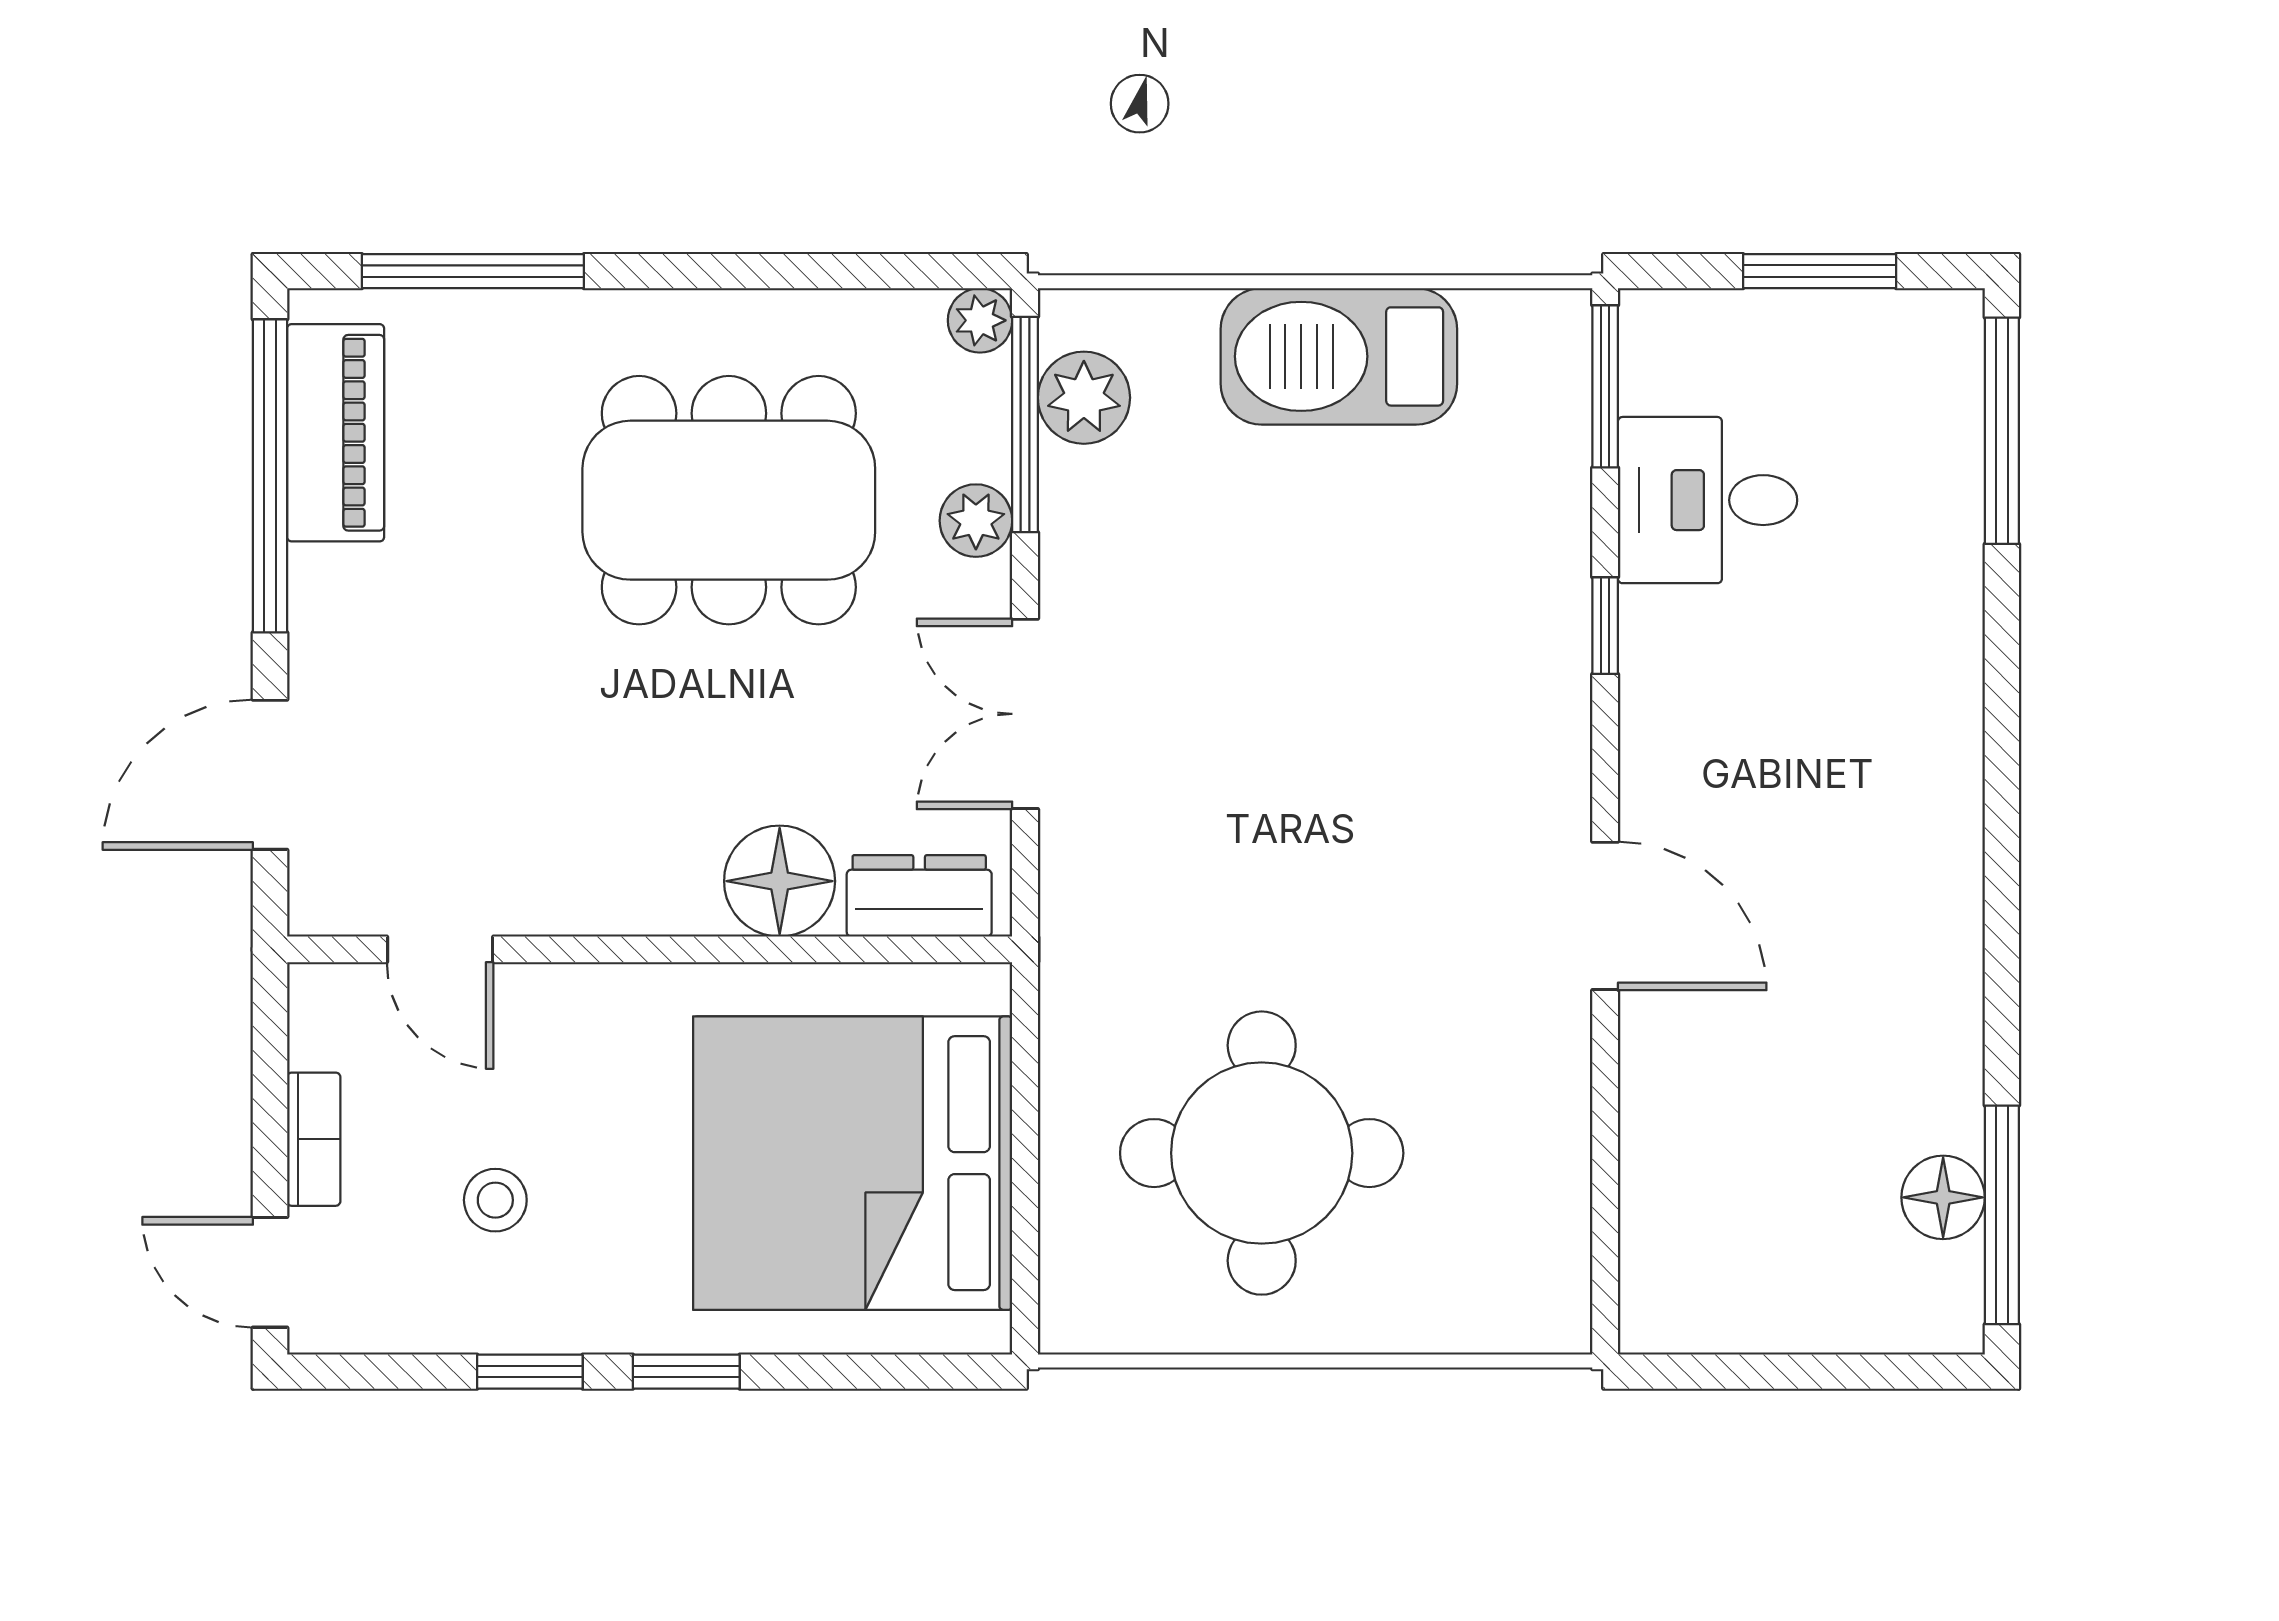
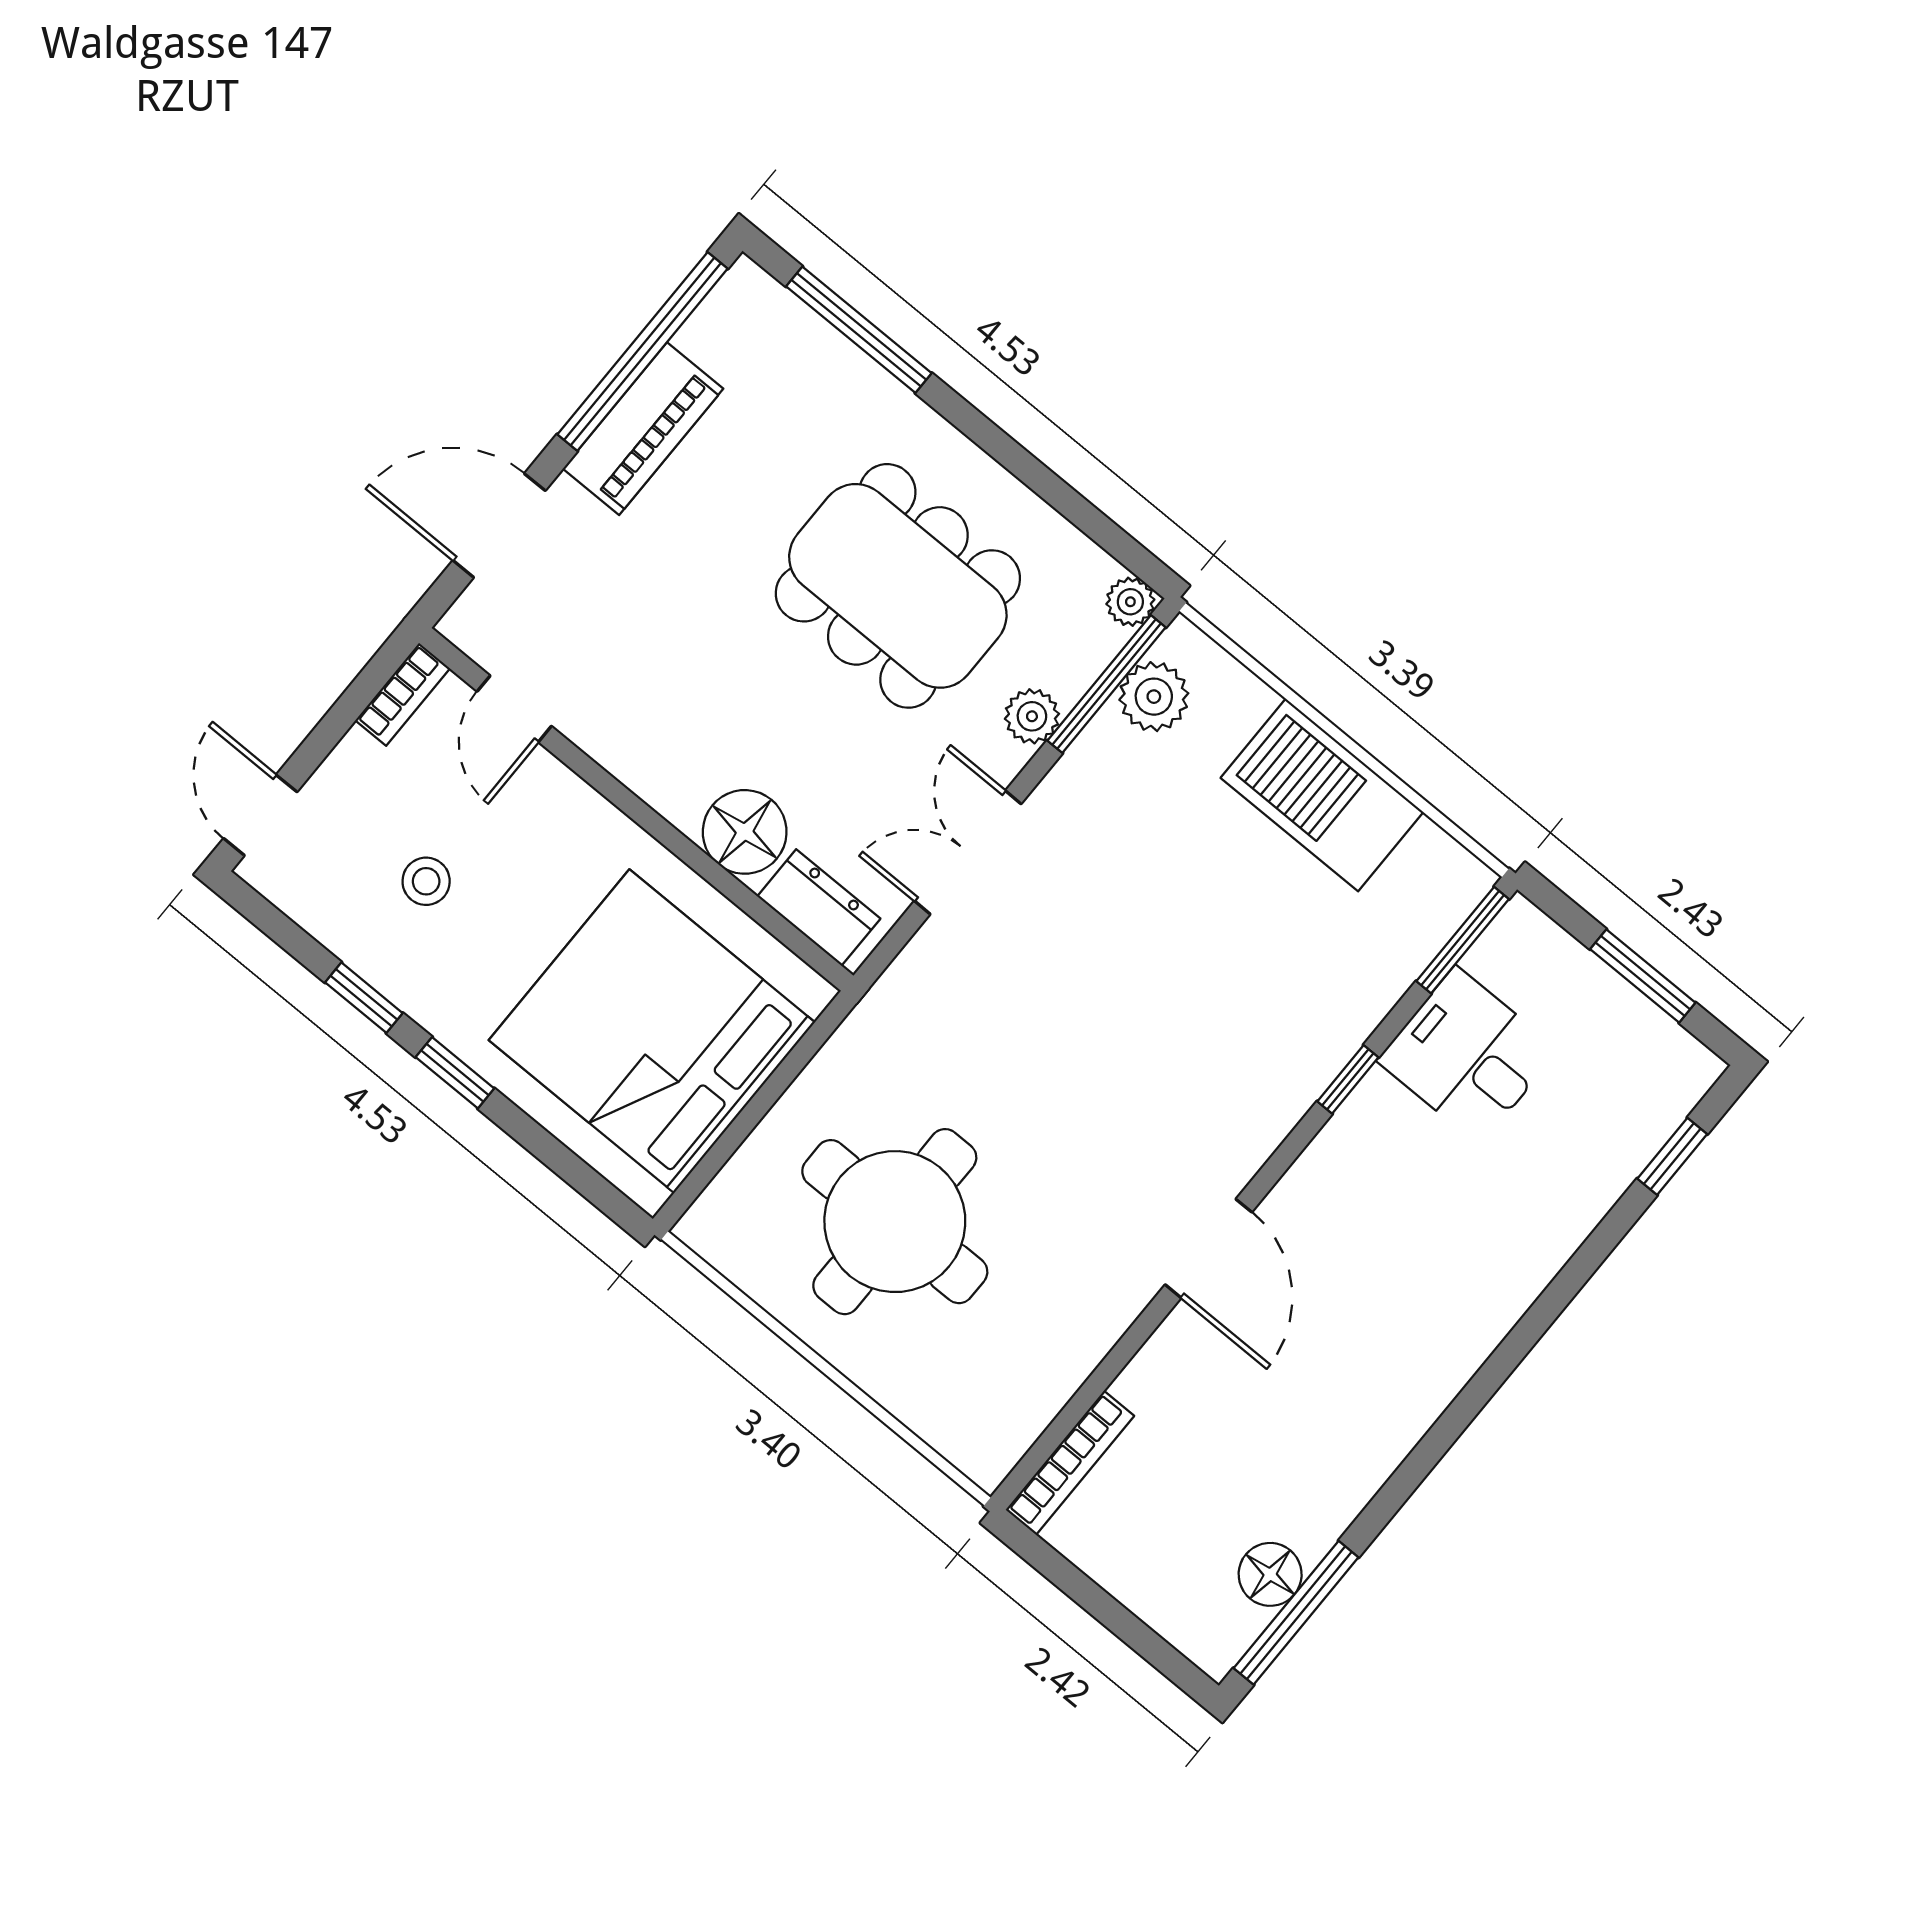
window: (2002, 431) -> (1672, 1156), width x0.46
piano: (336, 433) -> (643, 429), moved
bookcase: (314, 1139) -> (403, 694), moved
bookcase: (1644, 1252) -> (1070, 1463), added

